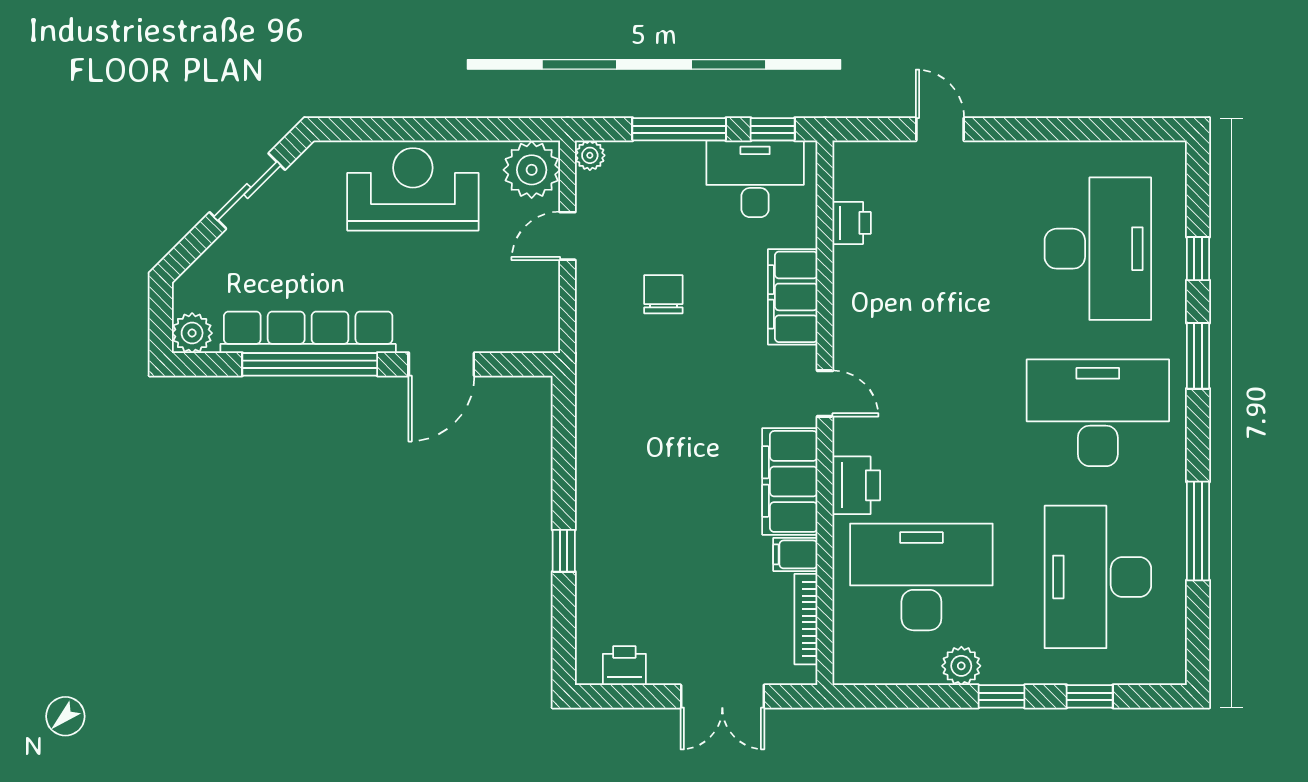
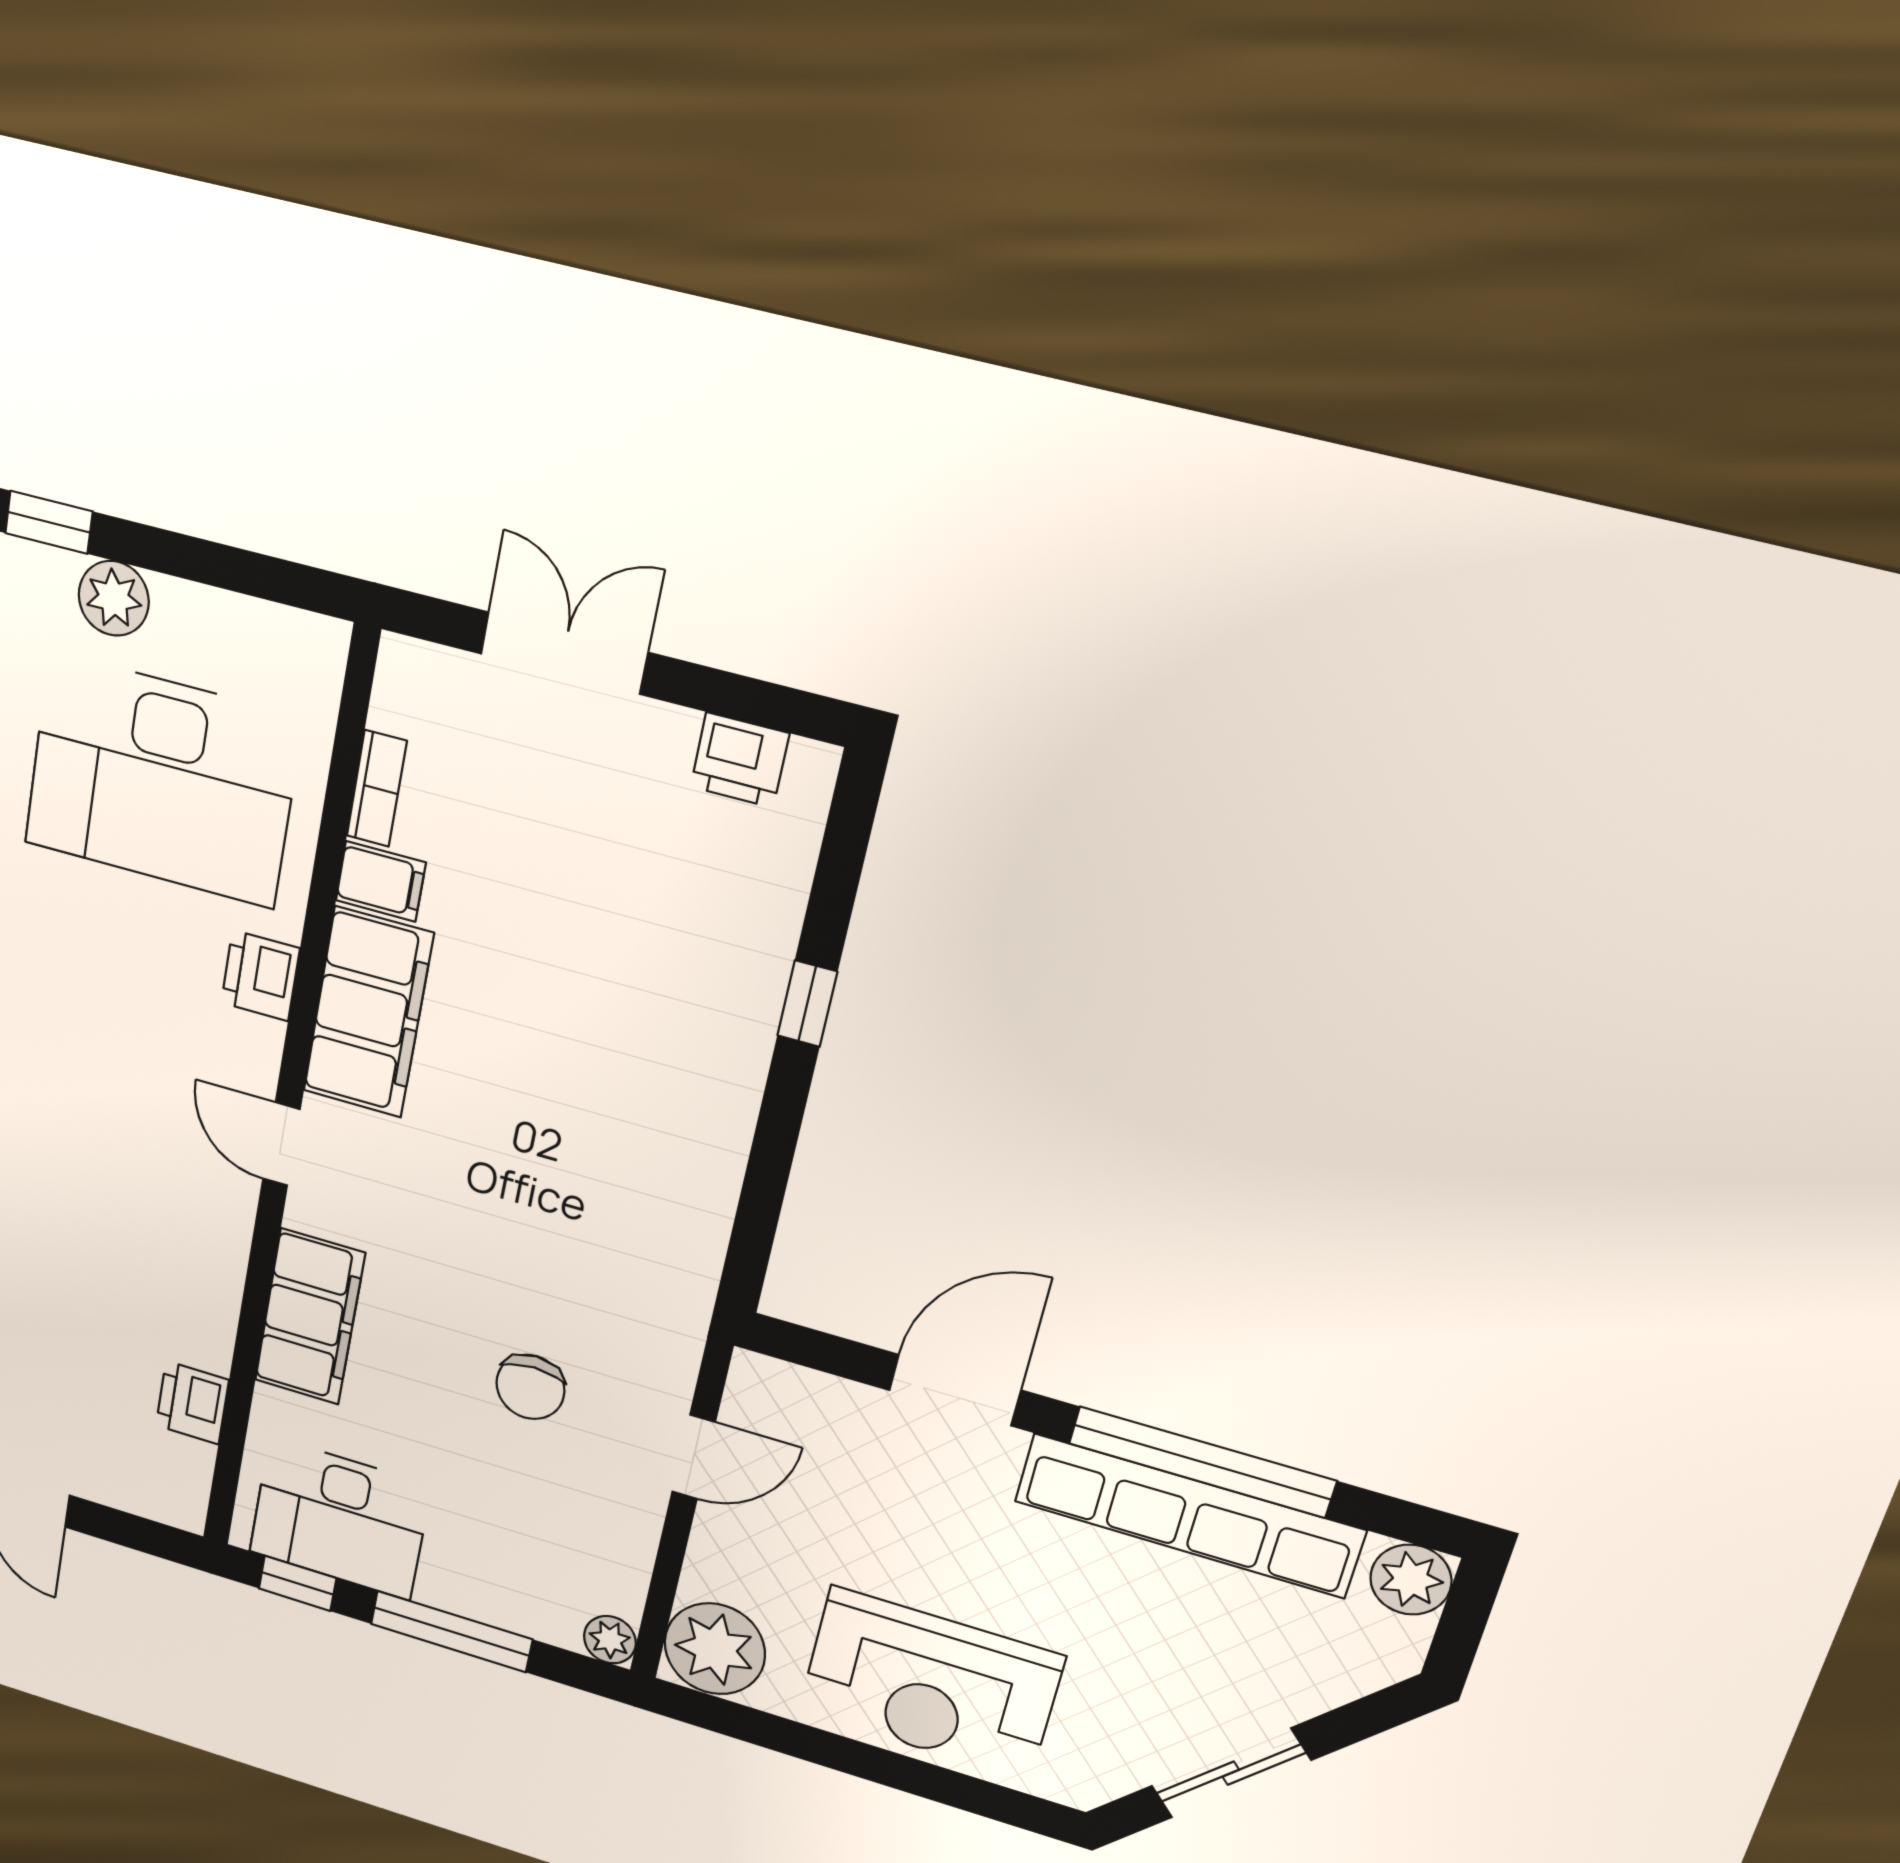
door: (567, 236) -> (694, 1457), moved
printer: (856, 485) -> (260, 976), width x0.73, depth x0.81
bookcase: (806, 619) -> (377, 788), width x0.64

